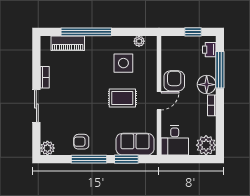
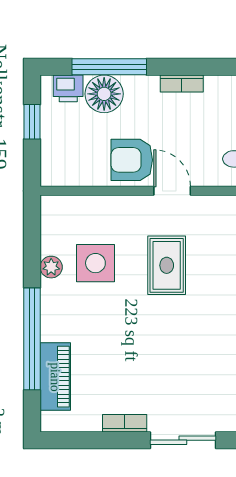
plant: (139, 41) -> (51, 267), moved
floor lamp: (207, 85) -> (104, 94), moved

